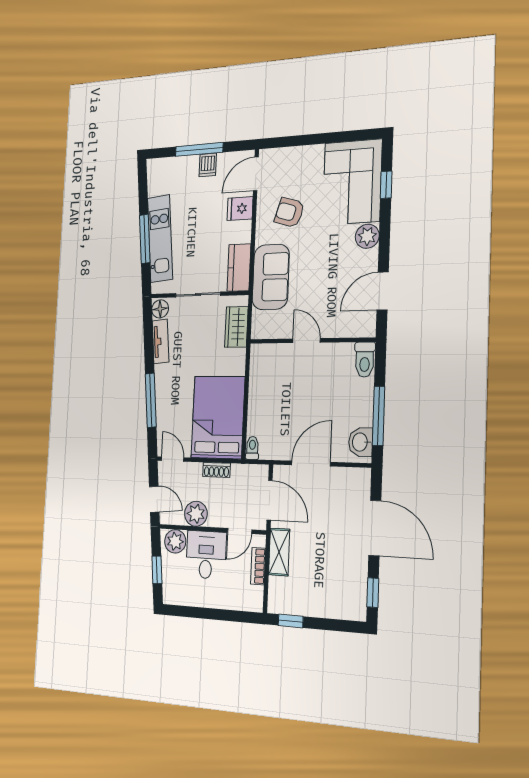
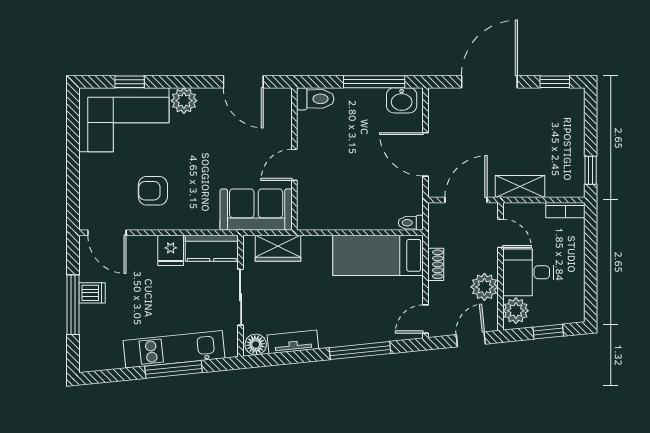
fridge: (240, 209) -> (171, 250), moved
armchair: (289, 212) -> (153, 191), turned 73
sofa: (271, 277) -> (256, 210), moved
bed: (218, 417) -> (378, 255), width x0.67
bookcase: (258, 566) -> (565, 210), moved

